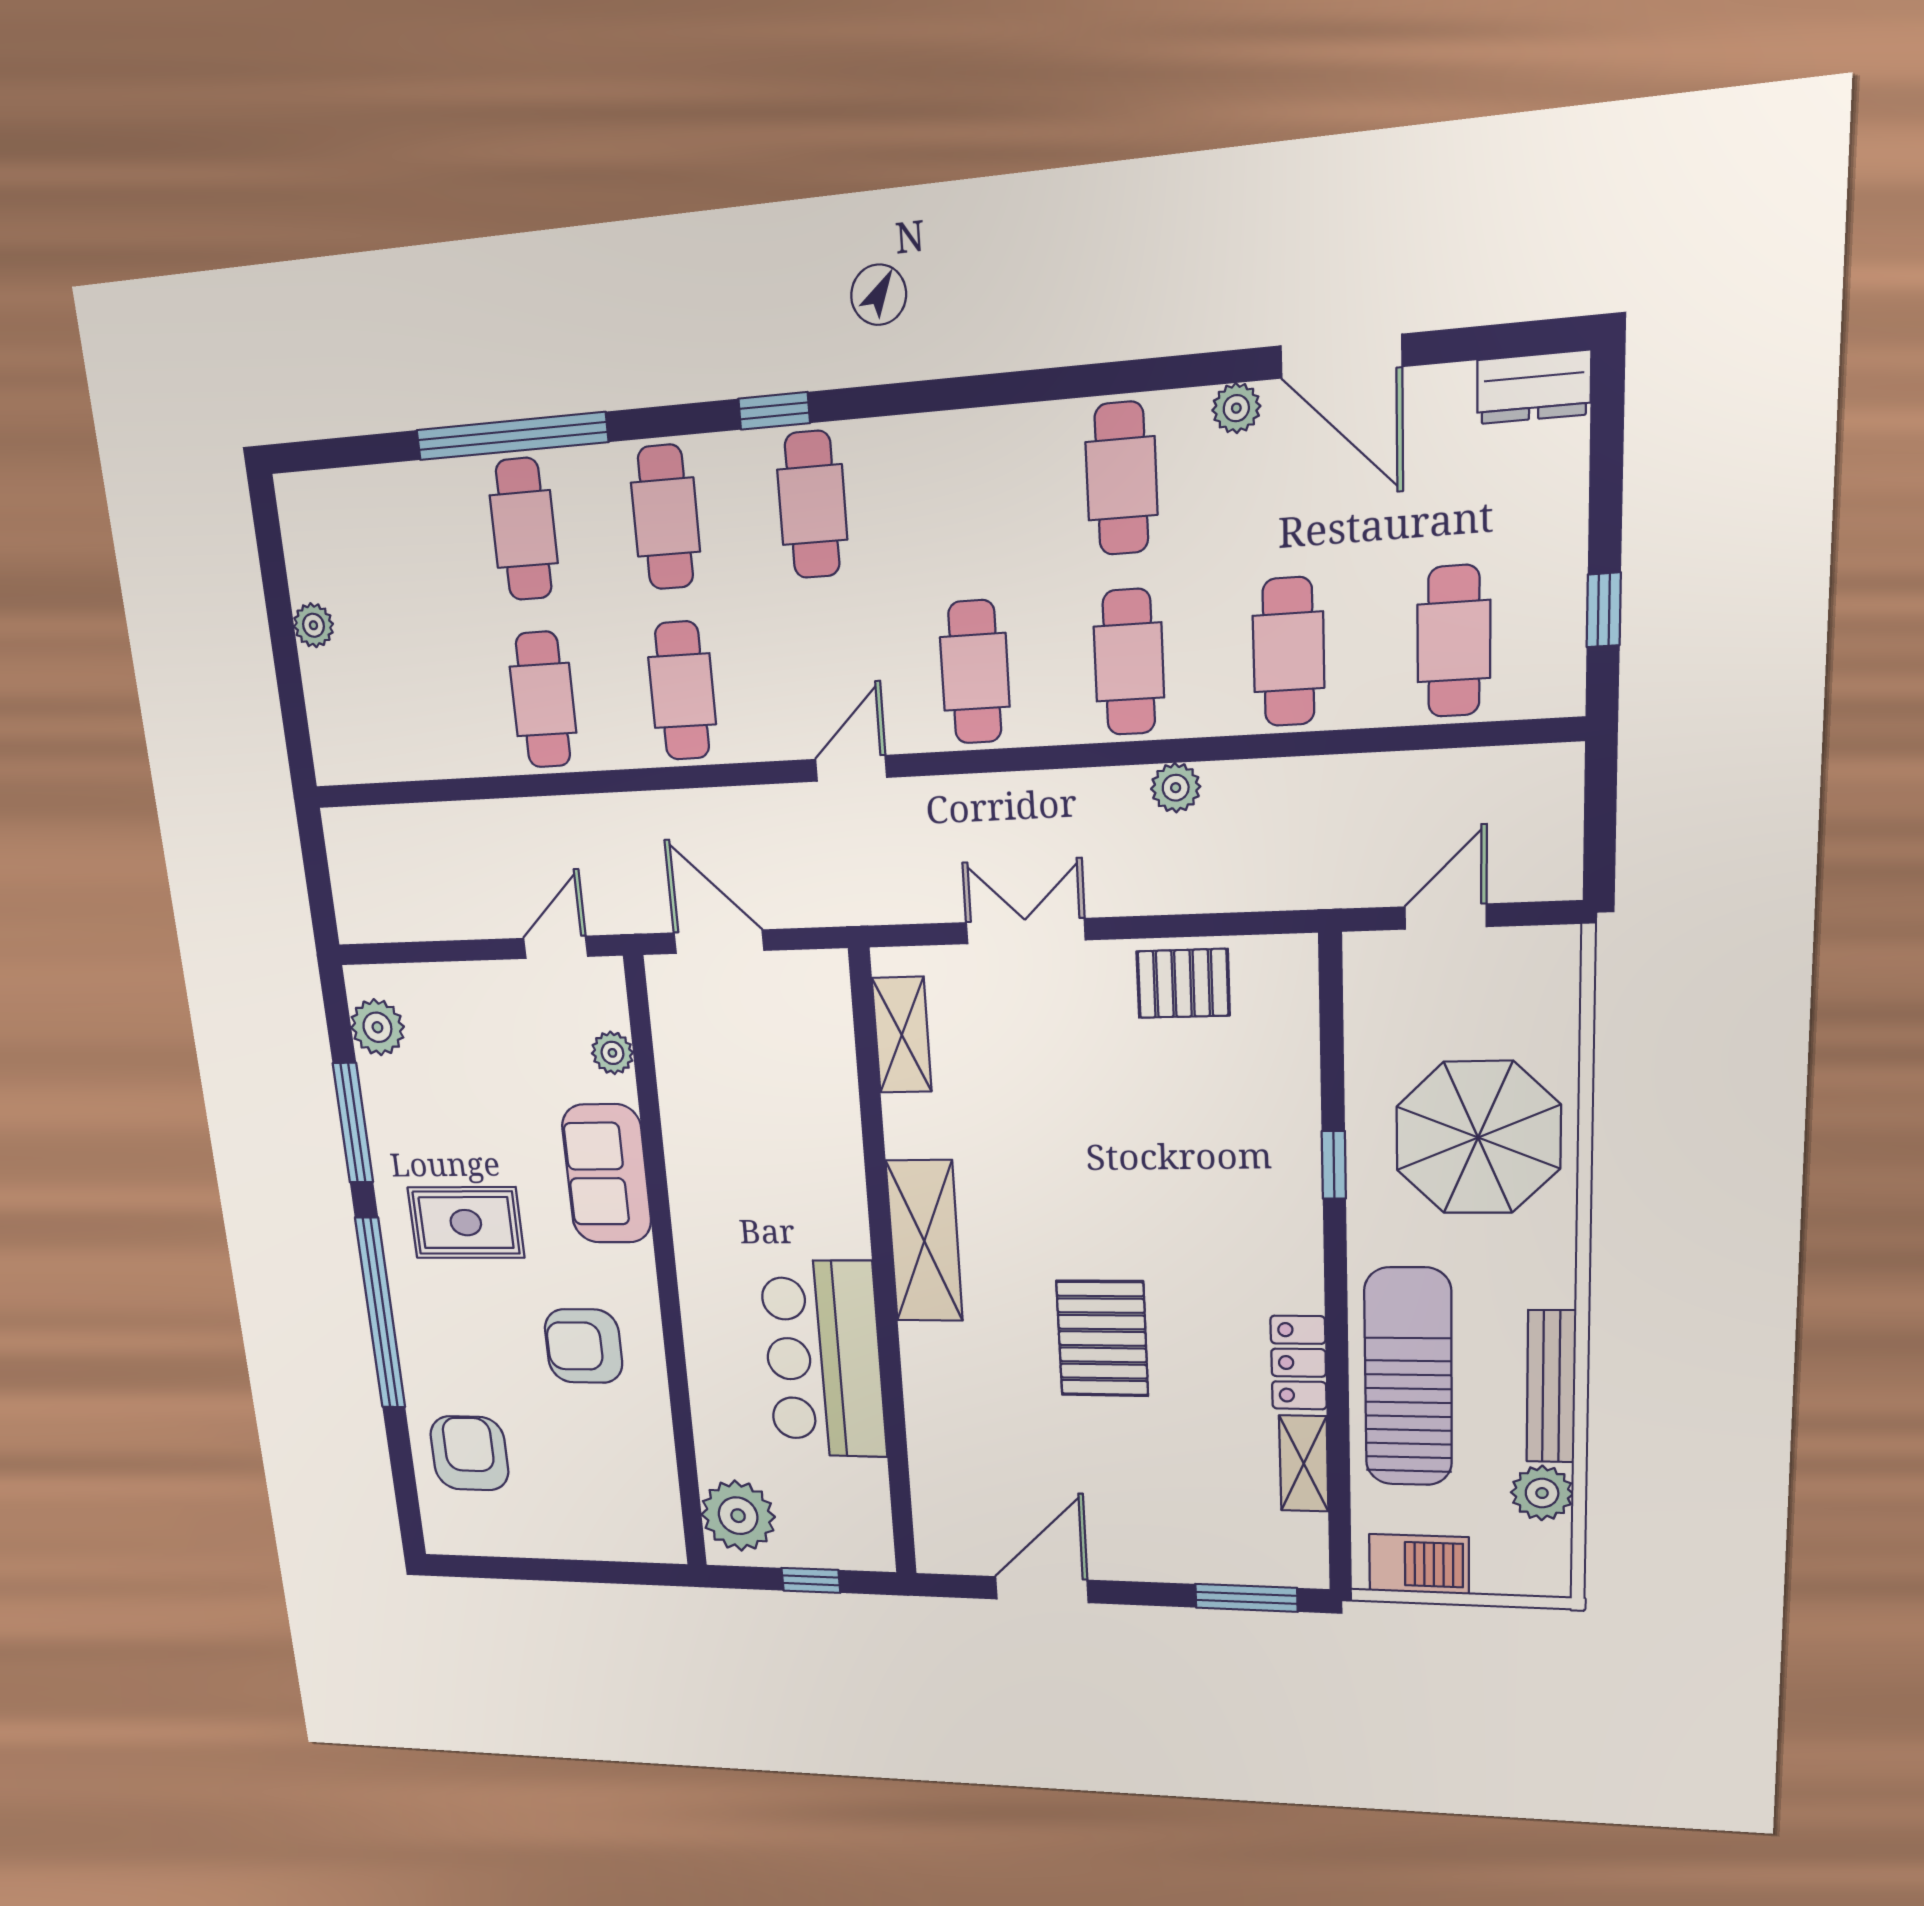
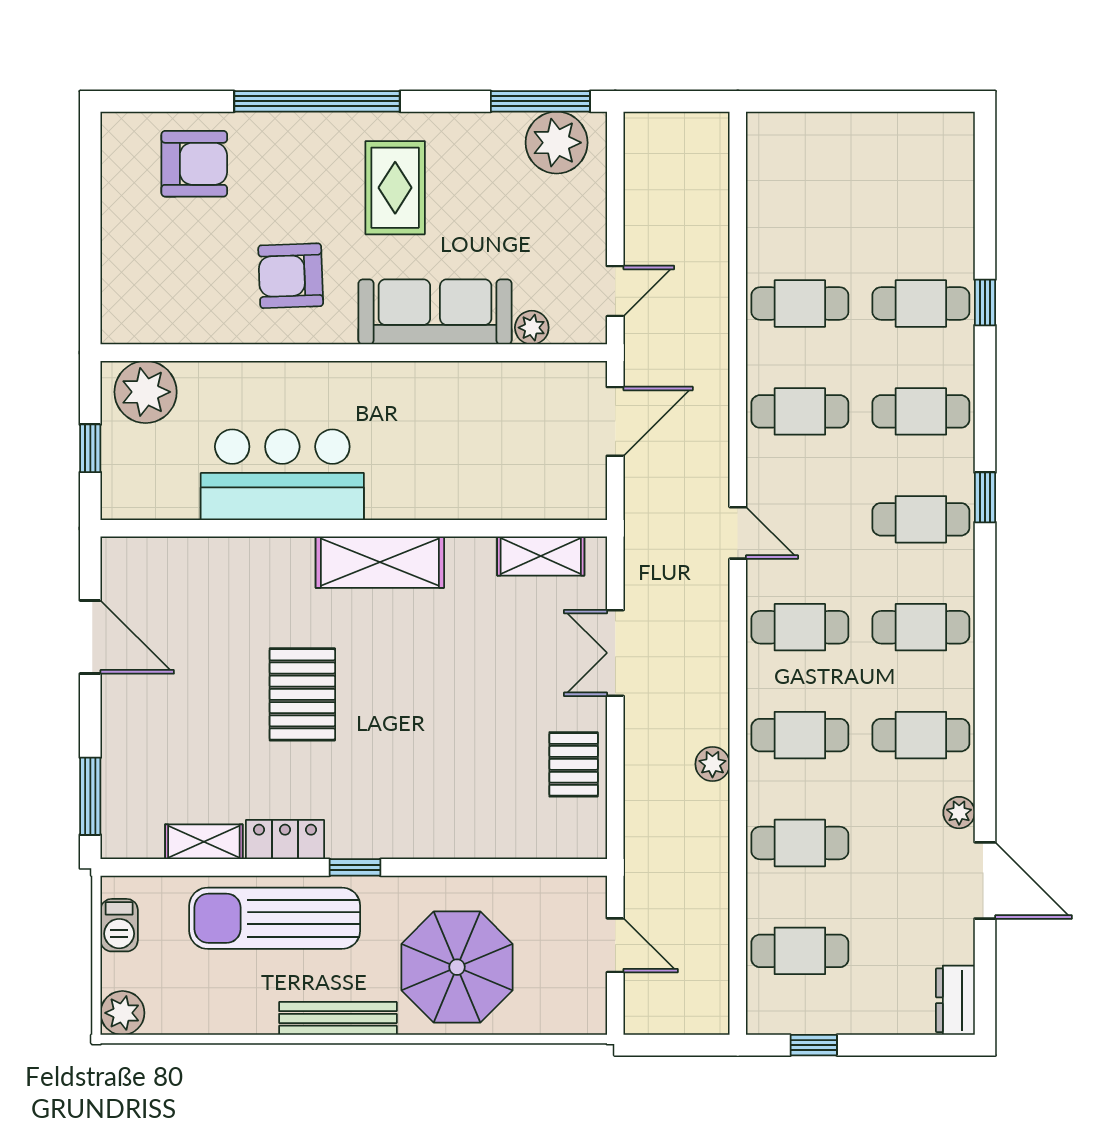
door: (1341, 356) -> (985, 880), swing flipped
window: (512, 436) -> (985, 302), width x0.32
cafe table: (964, 492) -> (921, 627), added
plant: (313, 625) -> (865, 128), removed
double door: (1026, 931) -> (615, 653), swing flipped
door: (556, 947) -> (615, 291), hinge flipped
plant: (377, 1027) -> (557, 143), width x1.36, depth x1.36
window: (353, 1123) -> (540, 101), moved
window: (1334, 1165) -> (355, 867), moved
sofa: (607, 1174) -> (435, 312), width x1.36
pallet: (1102, 1339) -> (302, 694), turned 90
armchair: (583, 1346) -> (291, 276), turned -92
sun lounger: (1408, 1377) -> (275, 918), turned 180
bench: (1551, 1387) -> (338, 1018), moved
plant: (1542, 1493) -> (122, 1013), moved
barbecue: (1419, 1564) -> (119, 925), width x0.73, depth x0.79

